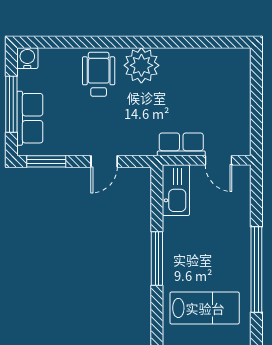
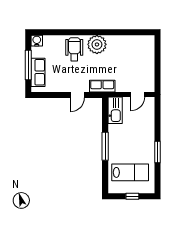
row of seats: (181, 144) -> (102, 86), moved
door: (219, 160) -> (138, 94), hinge flipped
window: (46, 161) -> (47, 95), removed
window: (256, 269) -> (157, 152), width x0.47

